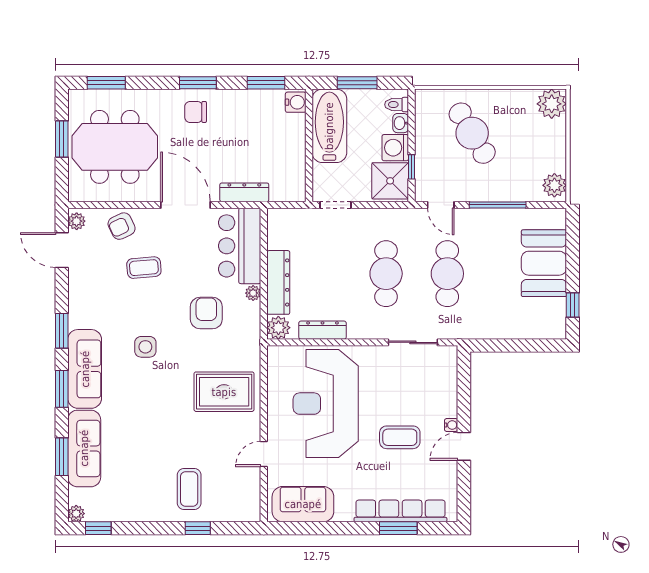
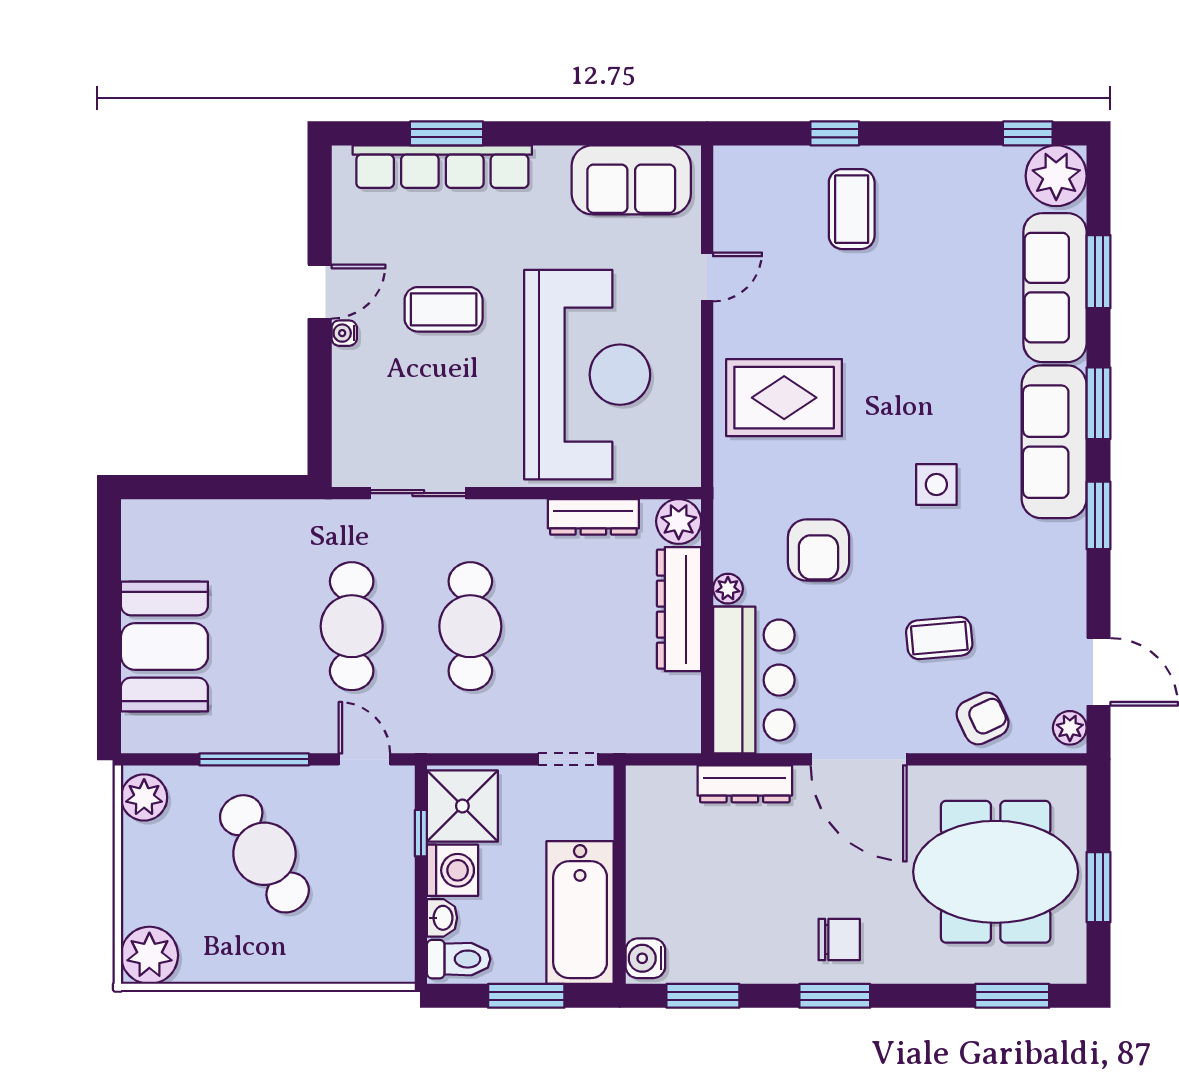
toilet: (397, 105) -> (459, 959), width x1.37, depth x1.39
cafe table: (472, 133) -> (264, 854), moved
window: (573, 305) -> (109, 565), removed
plant: (76, 514) -> (1056, 176), width x1.88, depth x1.88

